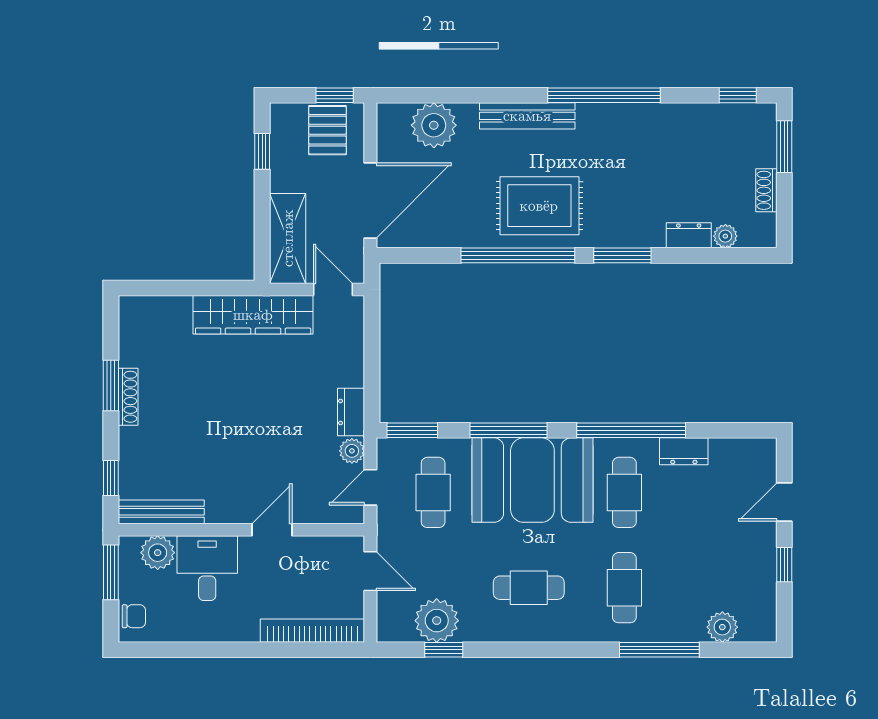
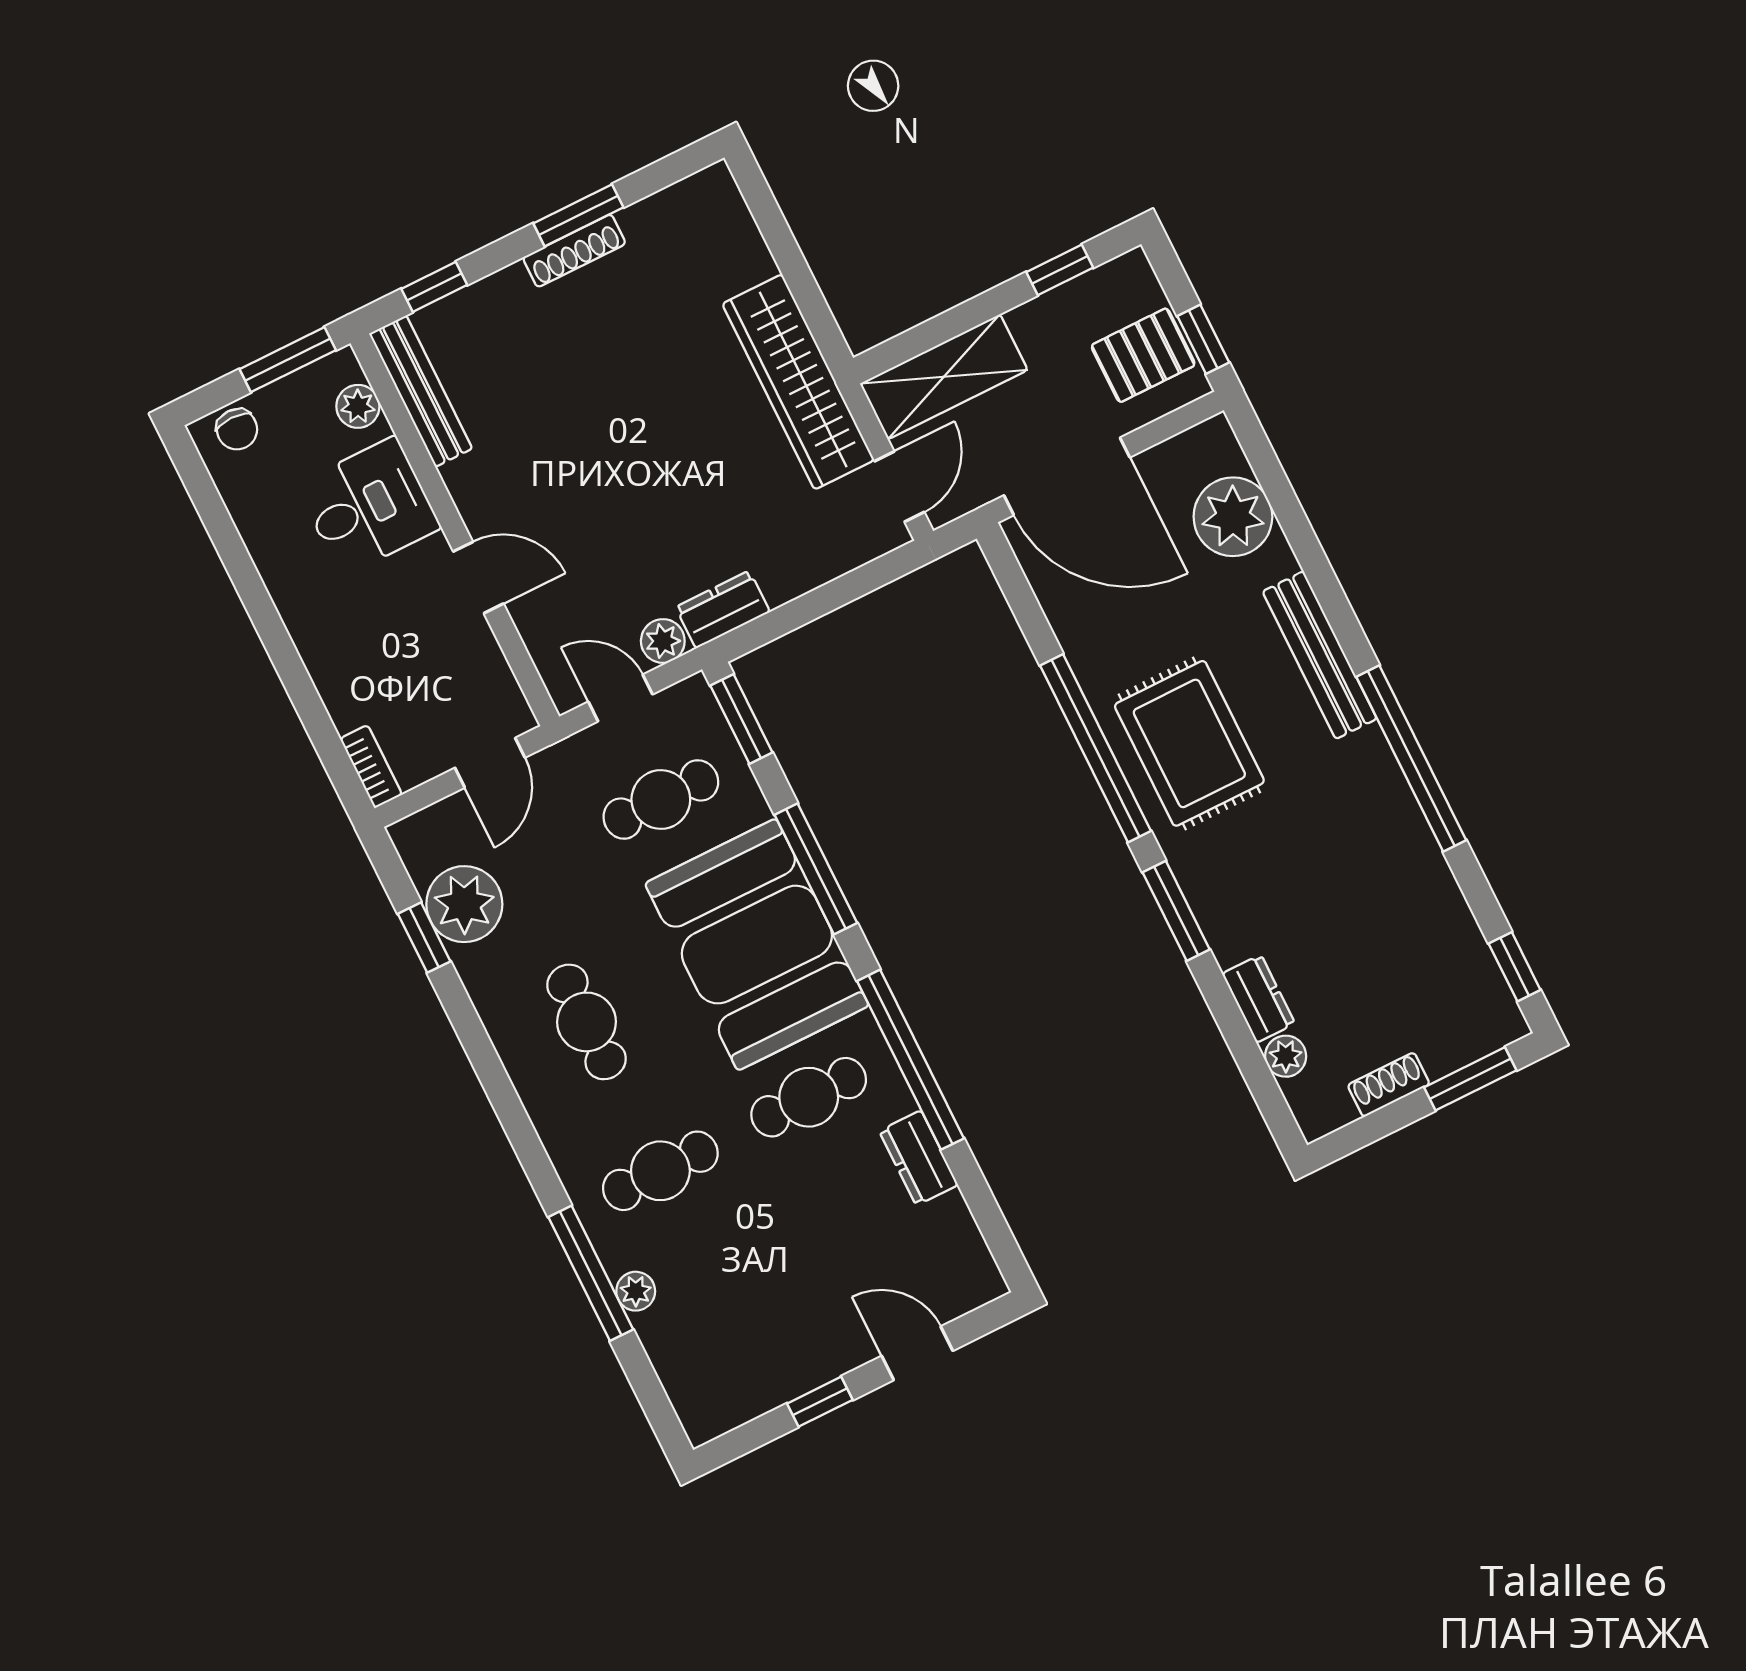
plant: (158, 553) -> (358, 406), width x0.73, depth x0.73
plant: (722, 627) -> (636, 1291), moved, width x0.73, depth x0.73
bookcase: (312, 631) -> (371, 767), width x0.43, depth x0.76

